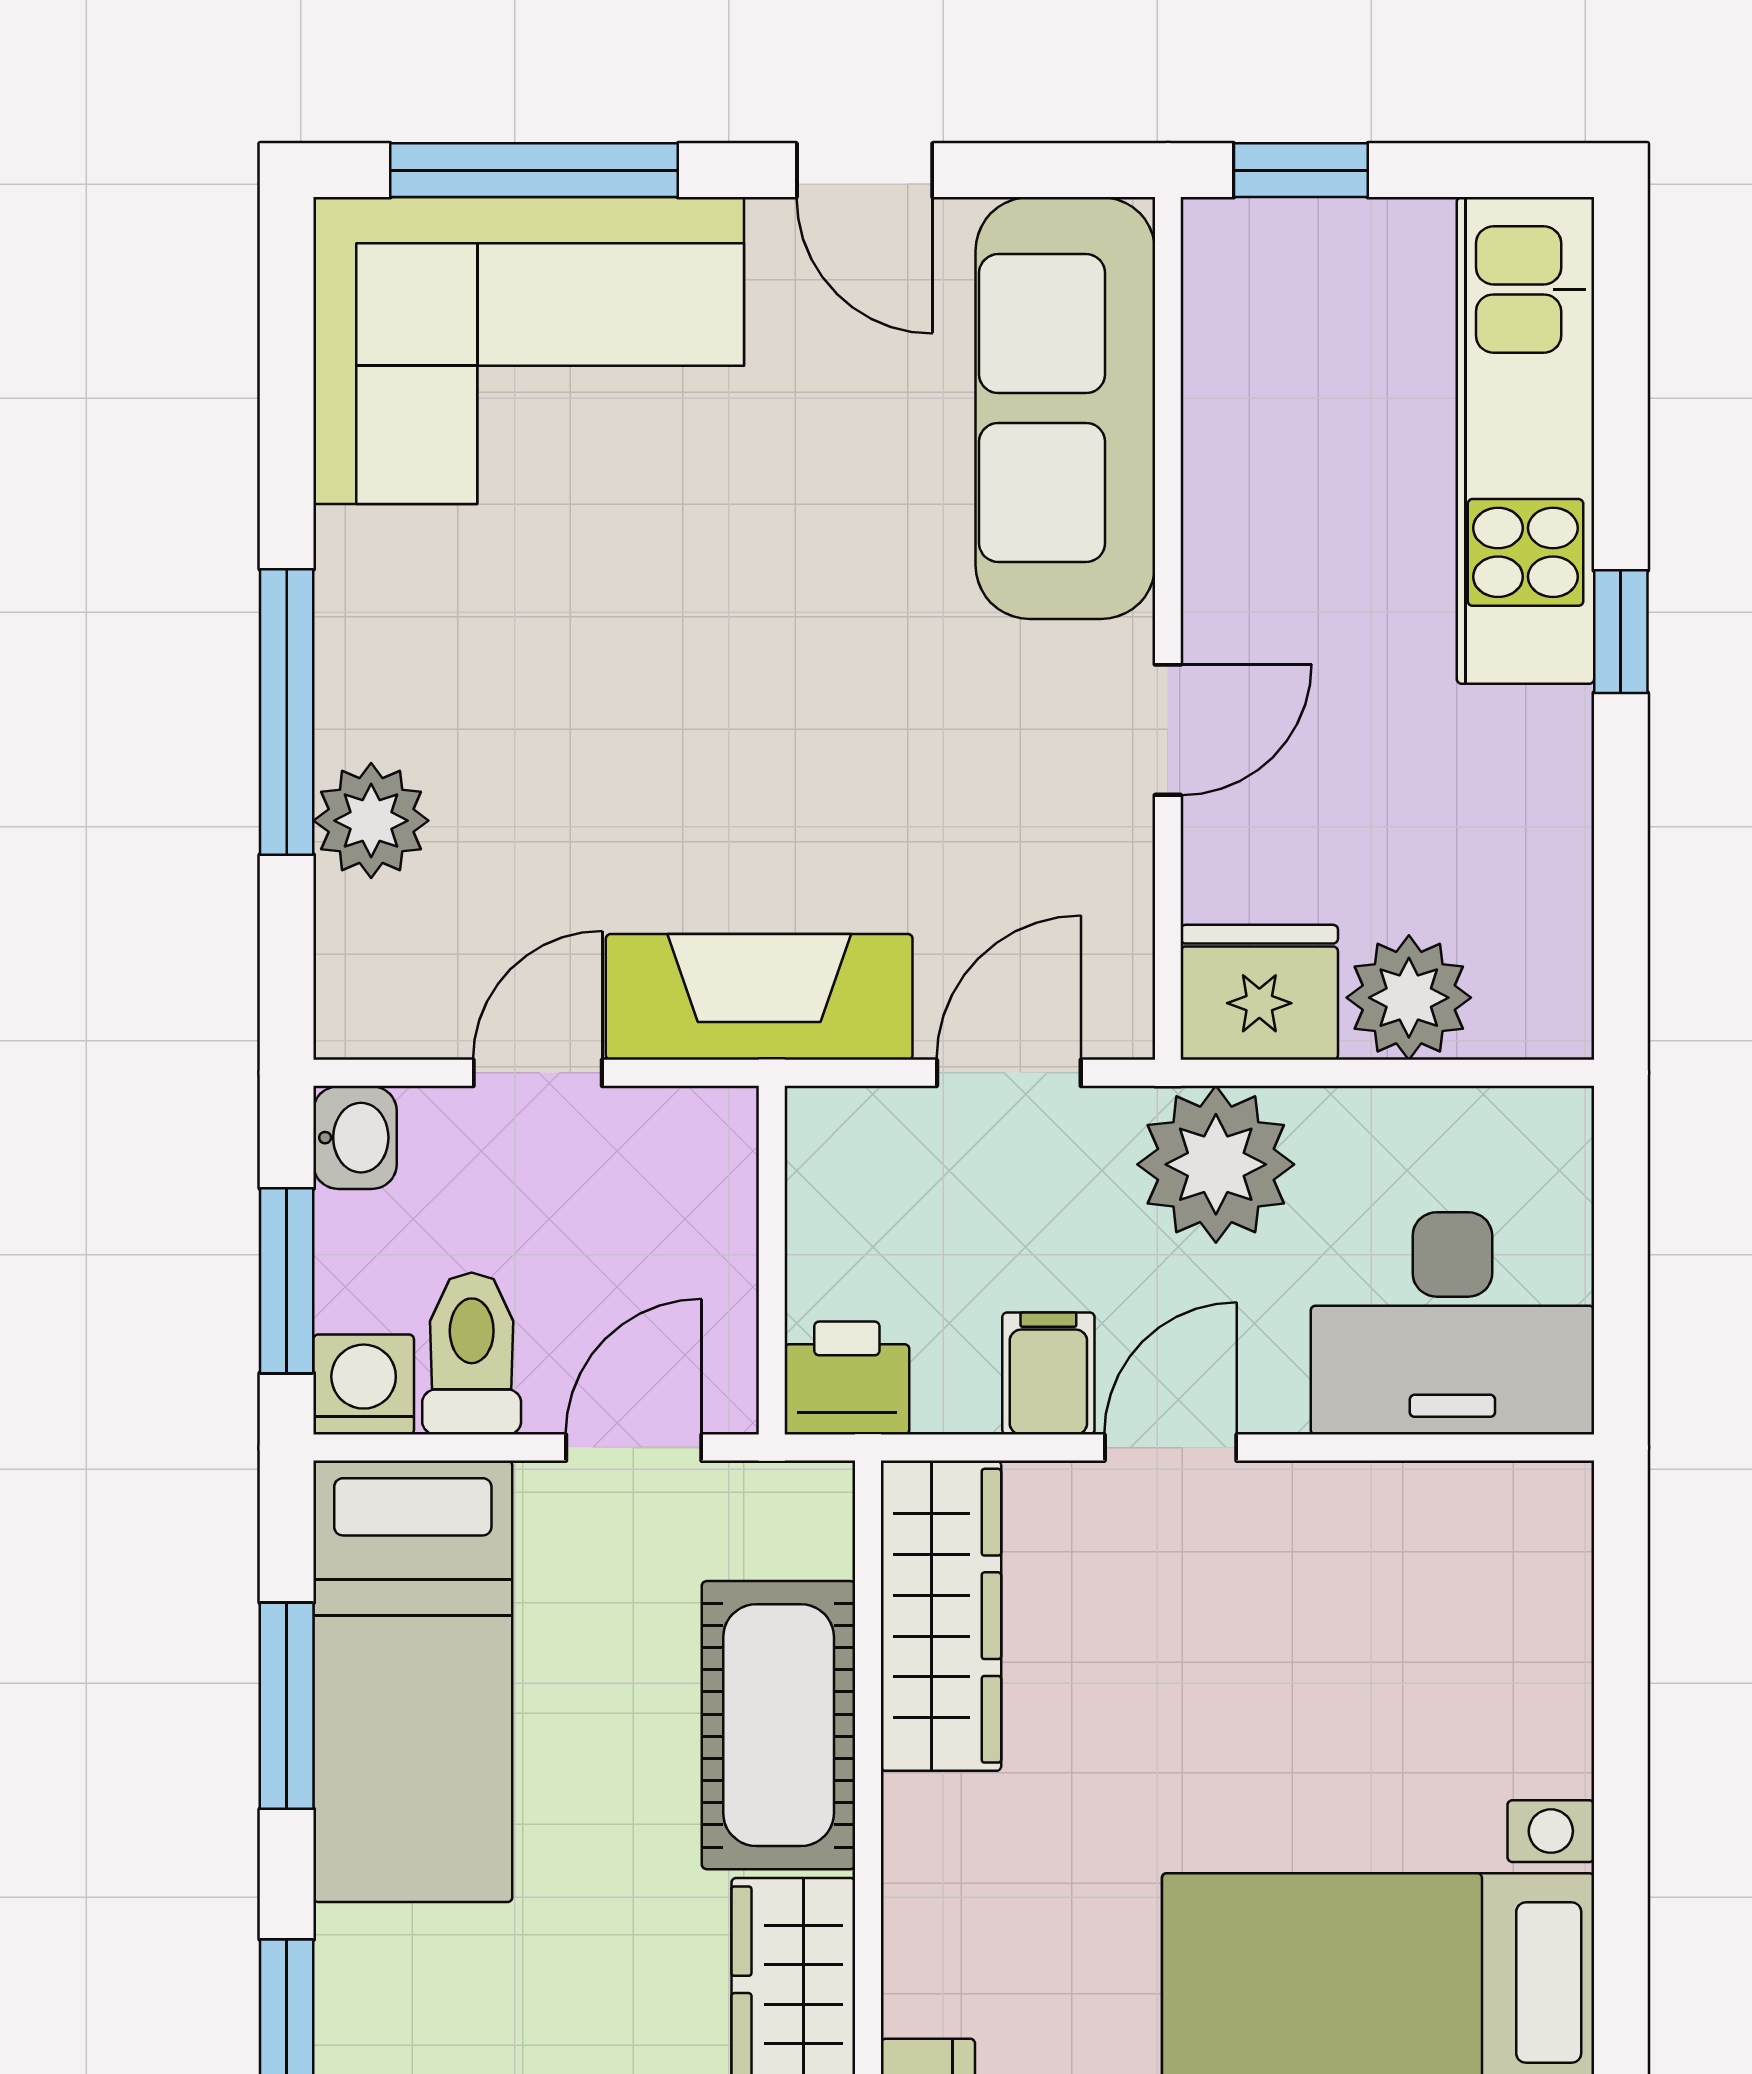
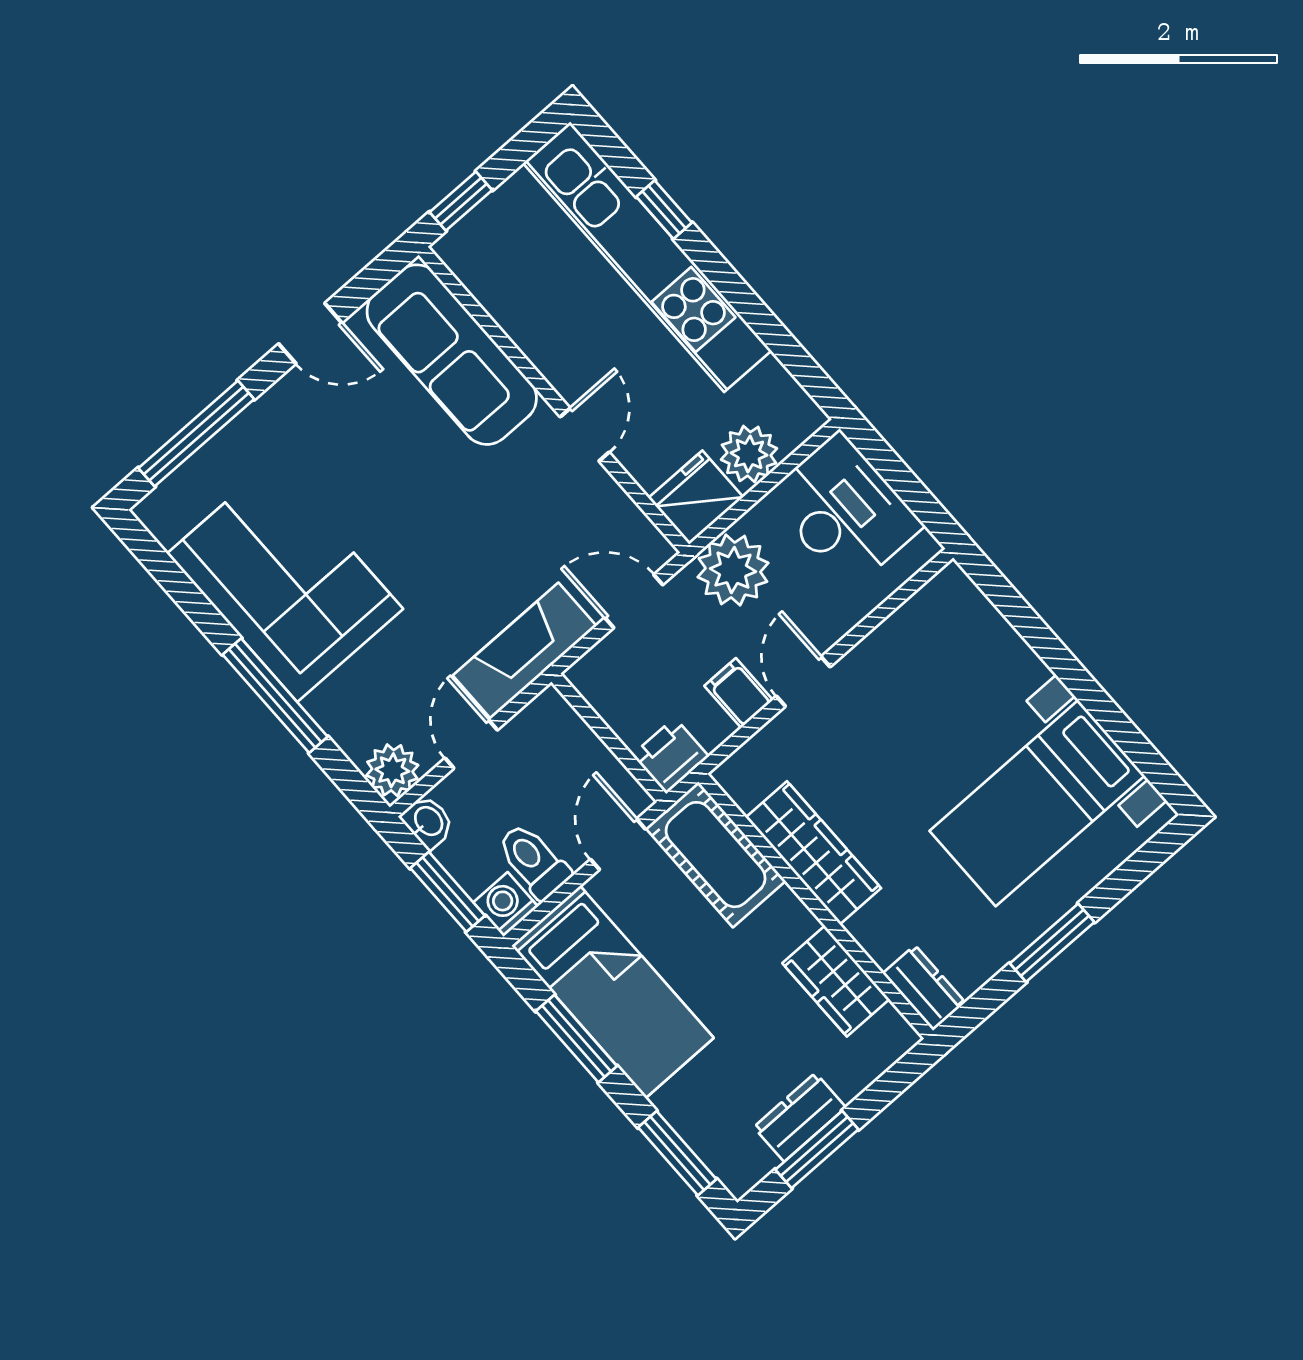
corner sofa: (529, 351) -> (285, 581), moved, turned -90
kitchen unit: (1525, 440) -> (647, 257), width x1.36
window: (1621, 632) -> (664, 210), moved
plant: (371, 821) -> (392, 770), moved
door: (1009, 1073) -> (634, 601), hinge flipped
desk: (1452, 1323) -> (844, 511), moved, turned -90
wardrobe: (941, 1616) -> (813, 853), moved
cot: (779, 1725) -> (716, 855), moved

